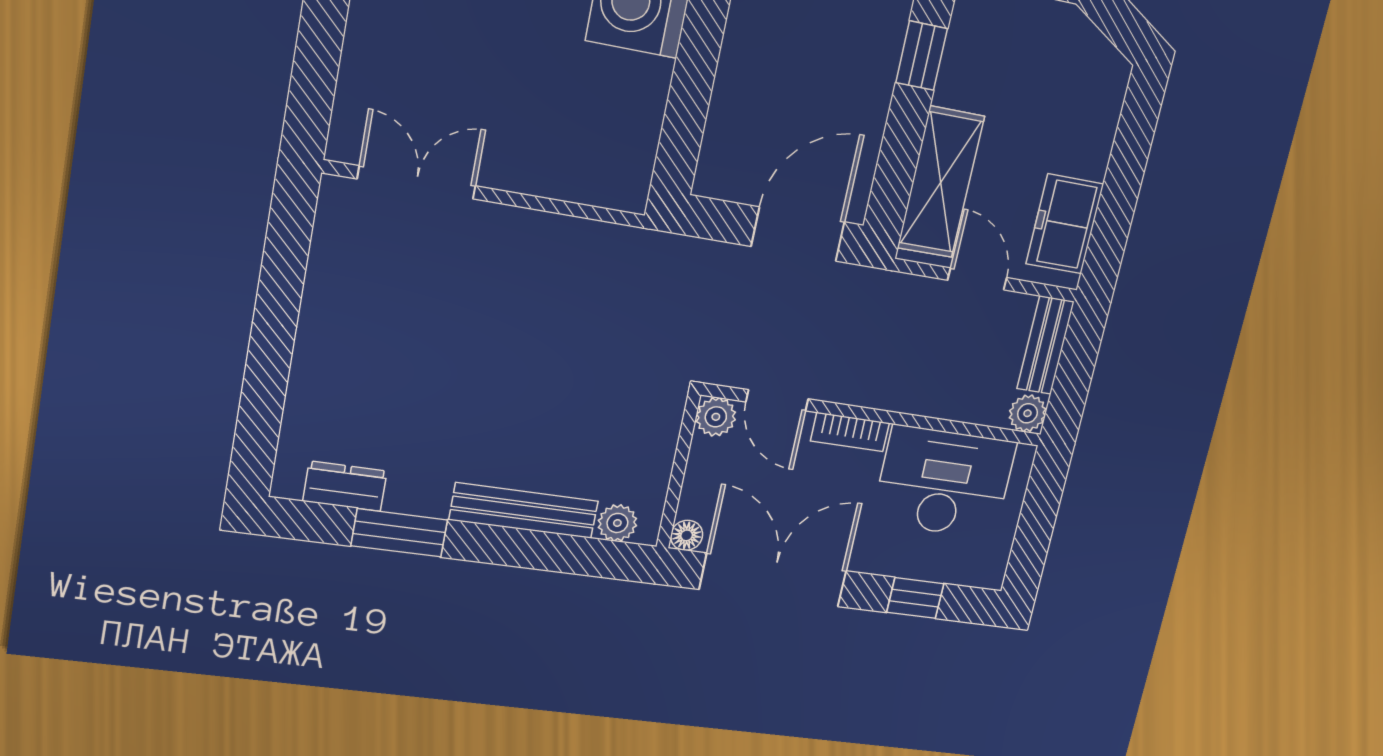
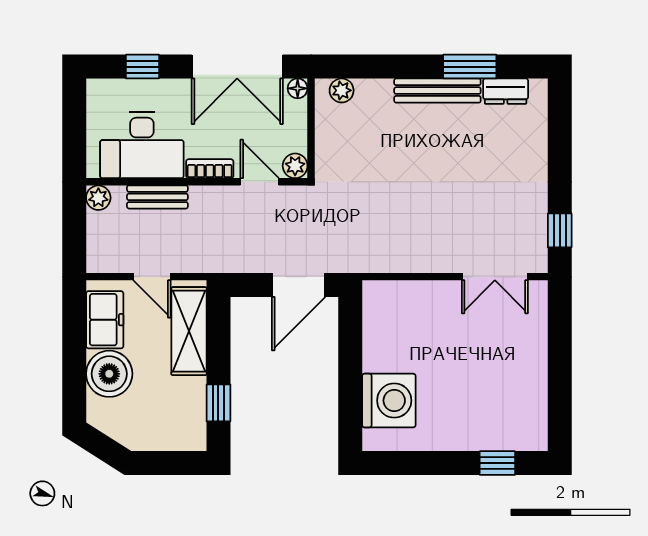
boiler: (1079, 137) -> (109, 374), added
door: (798, 234) -> (299, 285), moved
window: (288, 242) -> (560, 230), added
bench: (1045, 345) -> (157, 197), moved, turned 90
bench: (524, 511) -> (437, 91), moved

